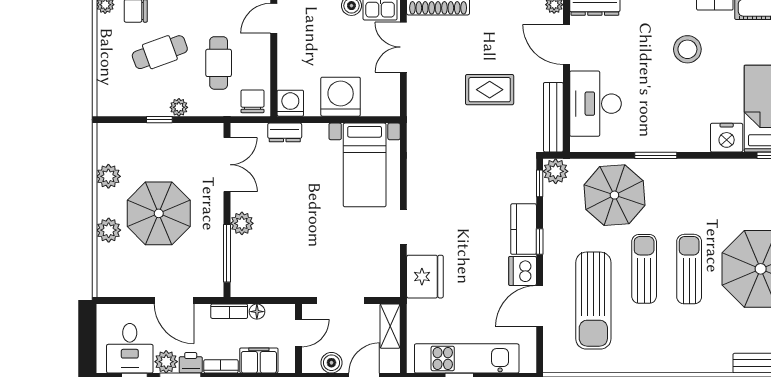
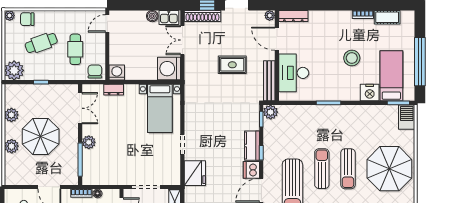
stool: (687, 49) -> (352, 58), moved
washing machine: (341, 97) -> (169, 69), moved, turned -90
plant: (179, 107) -> (14, 70), moved, width x1.87, depth x1.87
parasol: (614, 195) -> (305, 126), removed
sun lounger: (689, 269) -> (348, 169), turned 180

